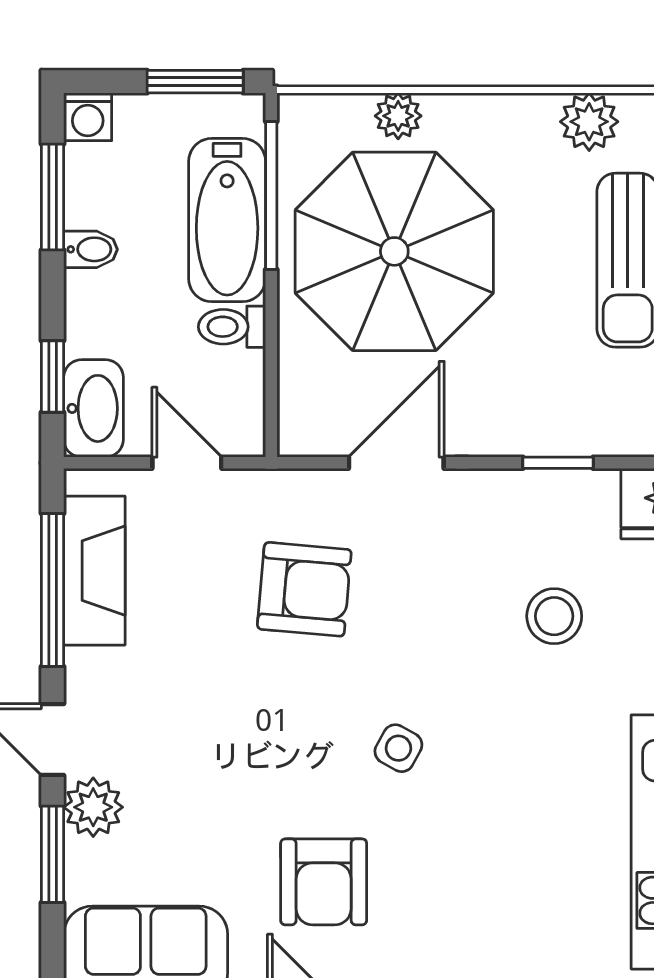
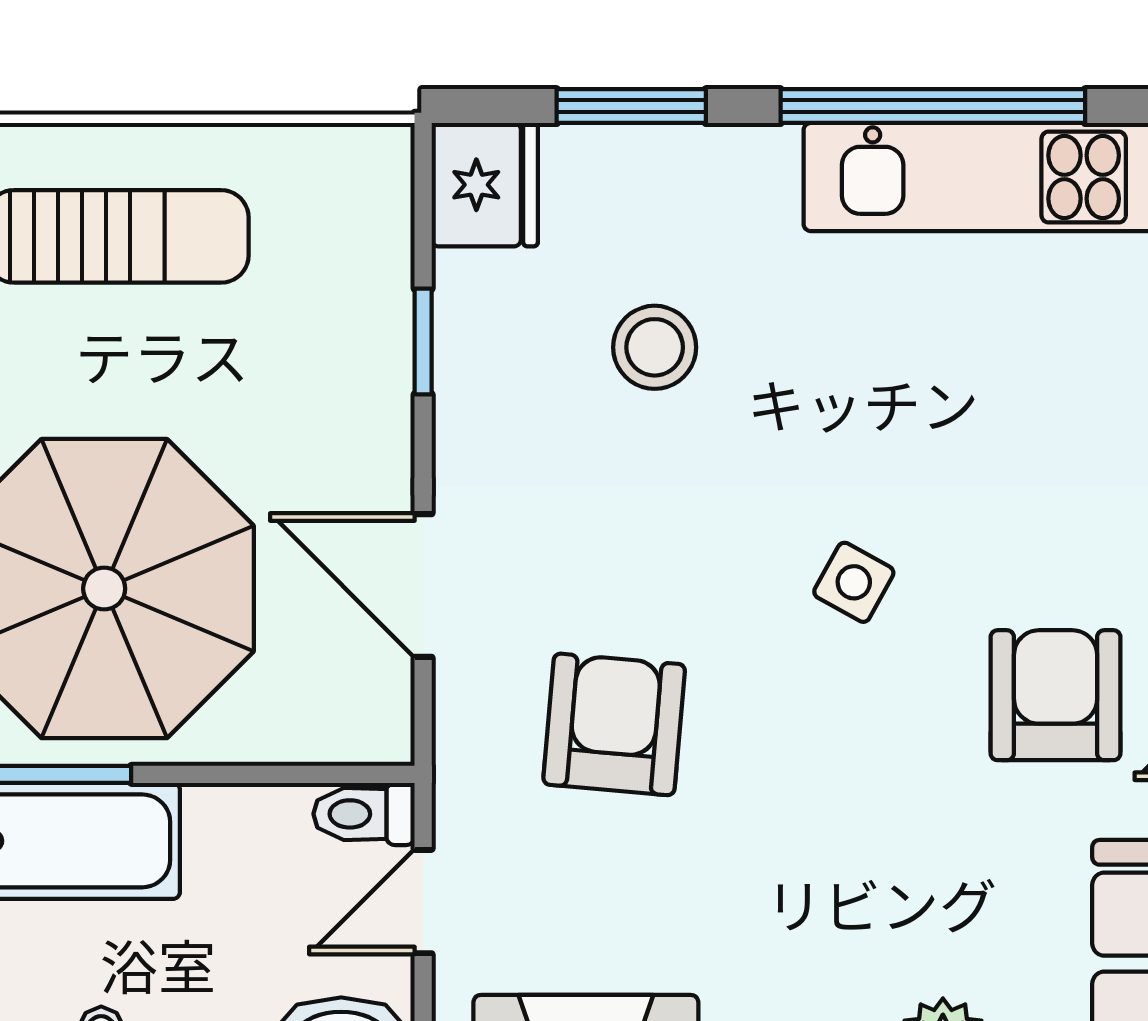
toilet: (232, 327) -> (364, 814), moved, turned 90
armchair: (324, 882) -> (1056, 695), turned -90

